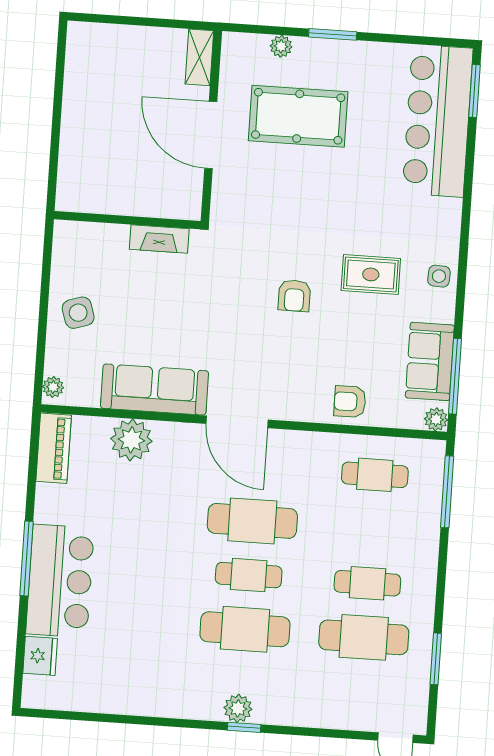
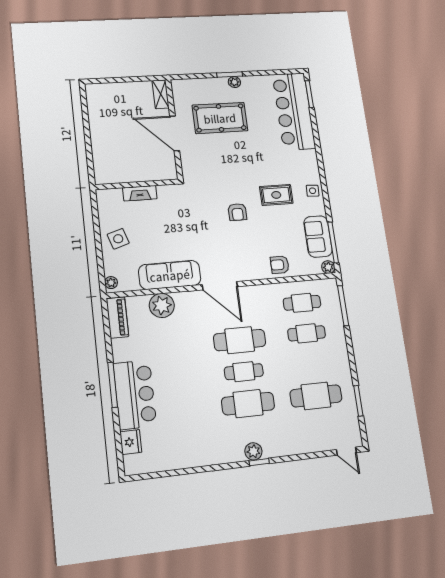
plant: (281, 46) -> (234, 82), moved
fireplace: (159, 239) -> (140, 193), moved
cafe table: (367, 583) -> (307, 333), moved

